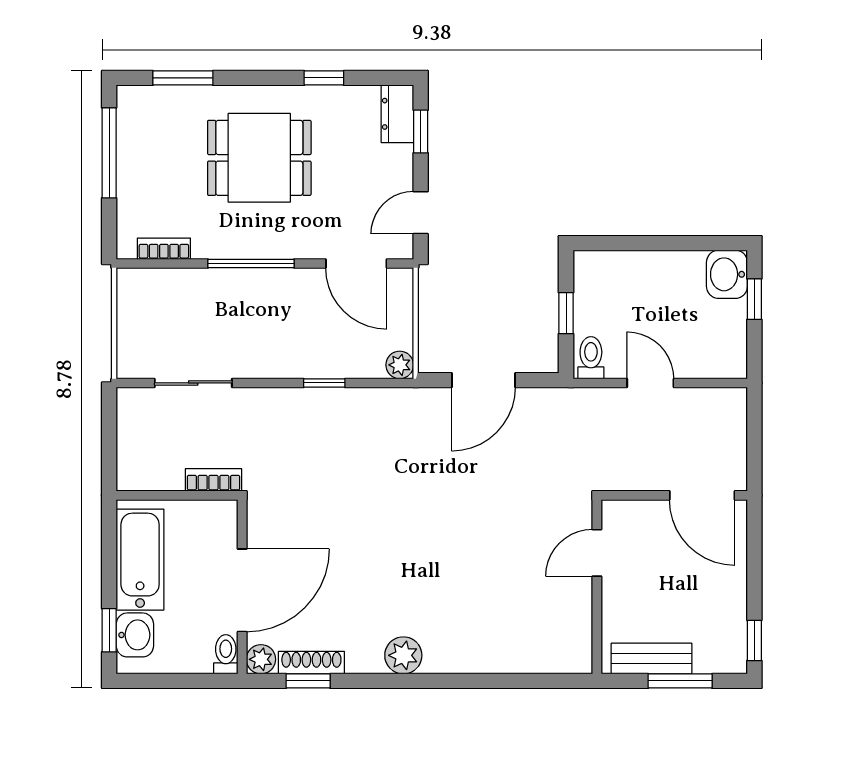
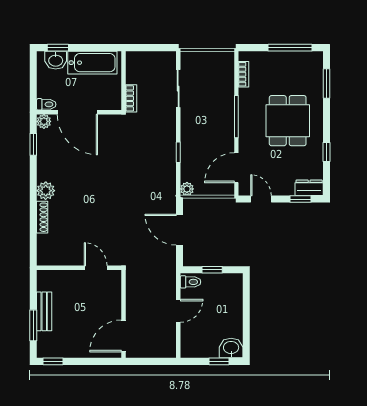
door: (597, 553) -> (96, 268), moved
wall: (597, 587) -> (79, 268), moved
shoe rack: (311, 663) -> (42, 217), moved

